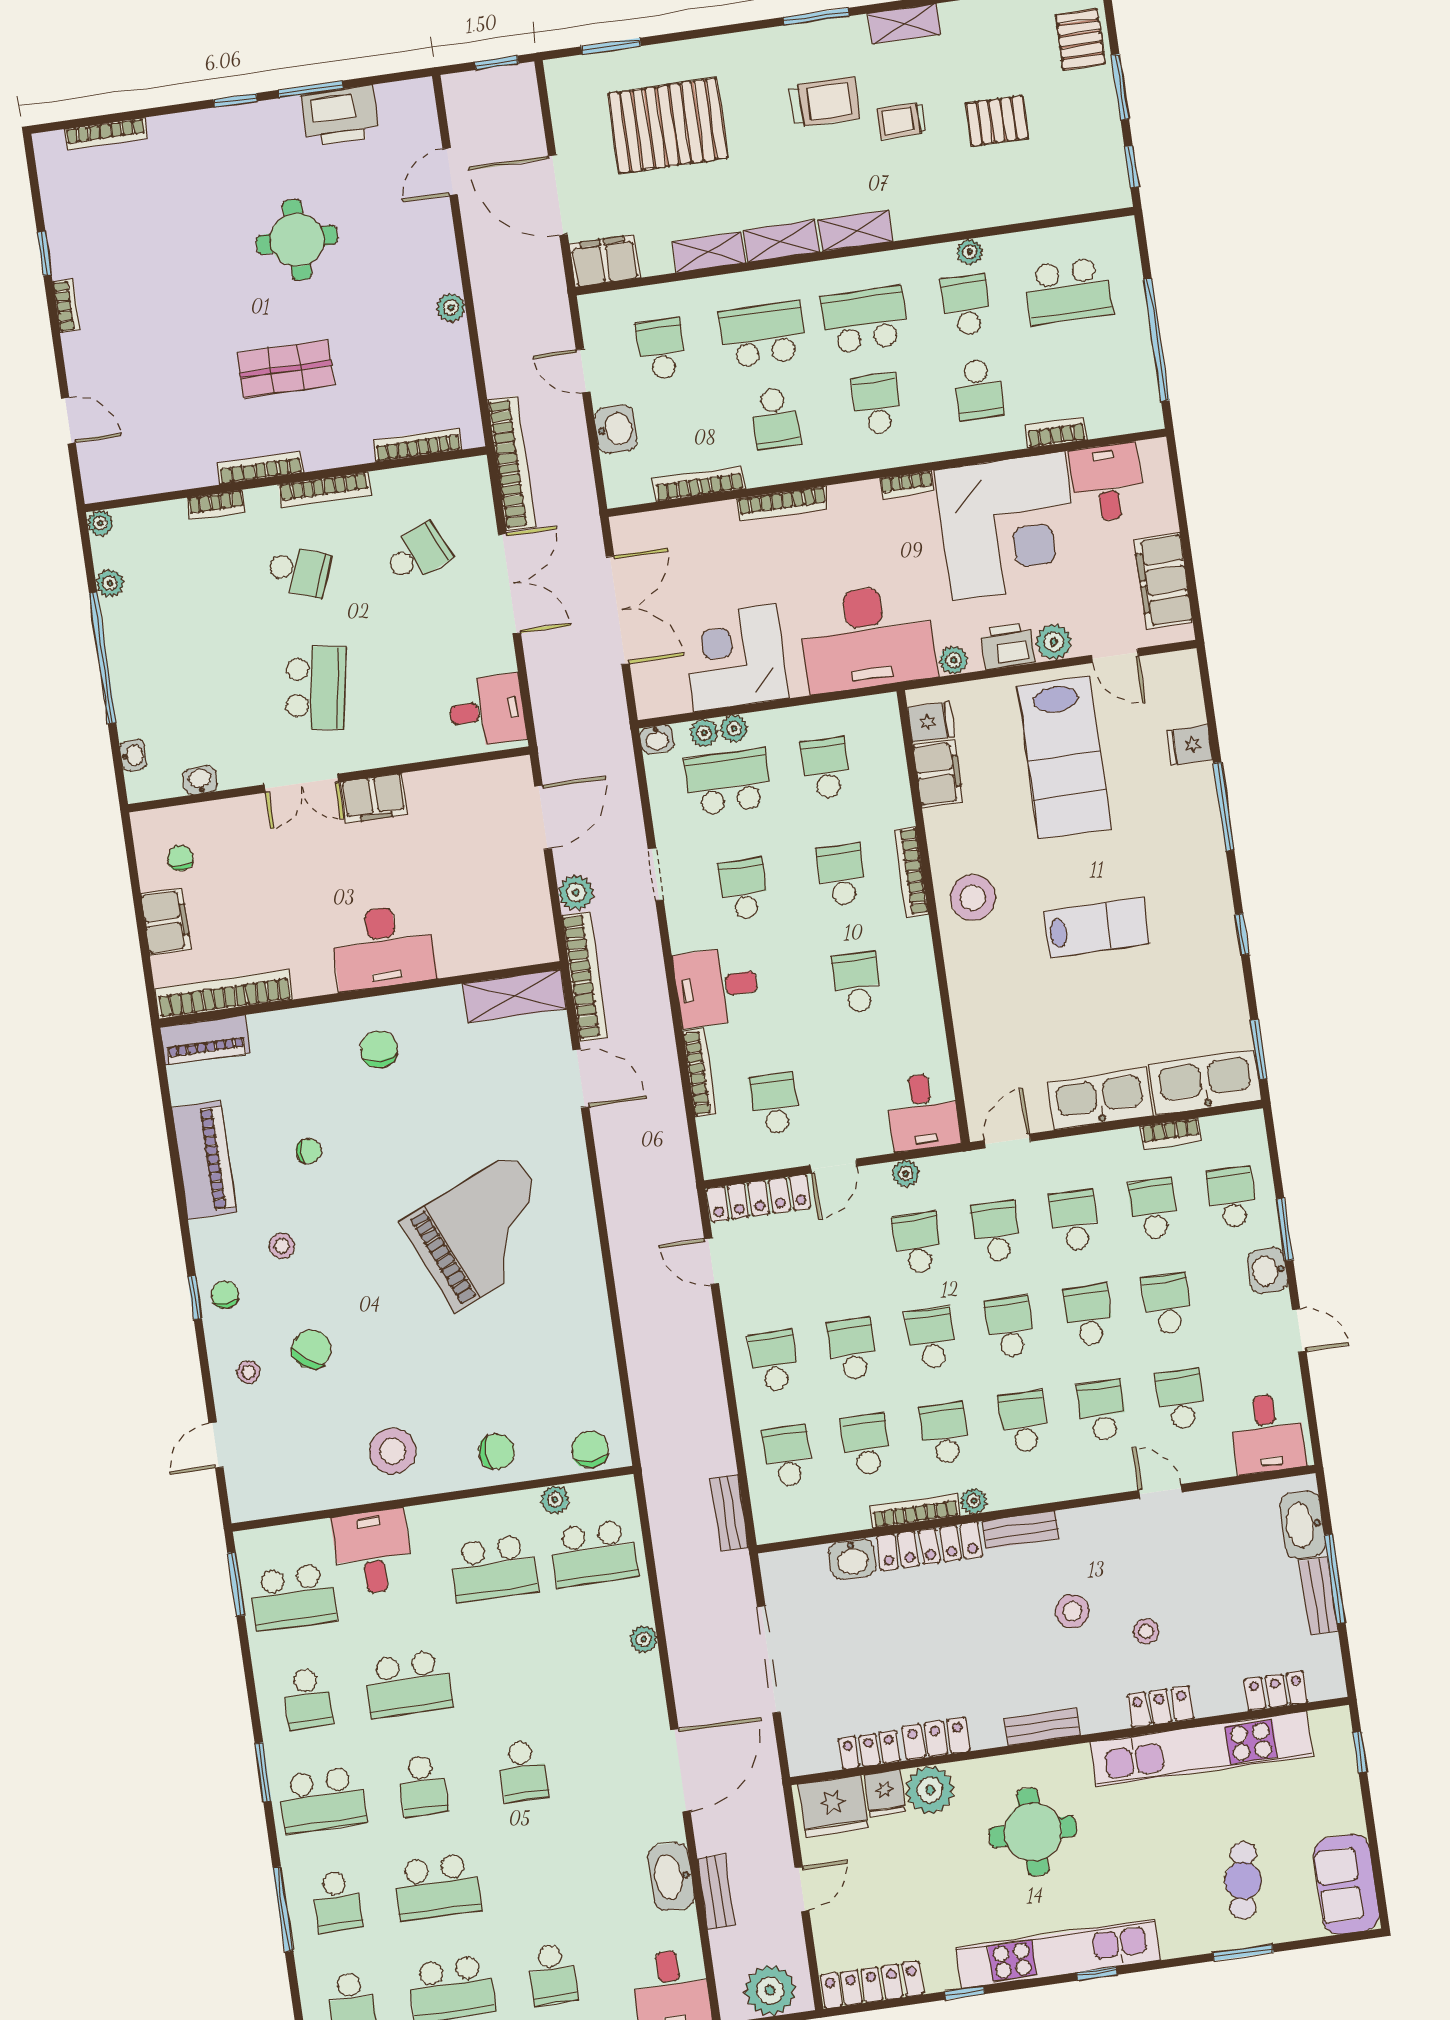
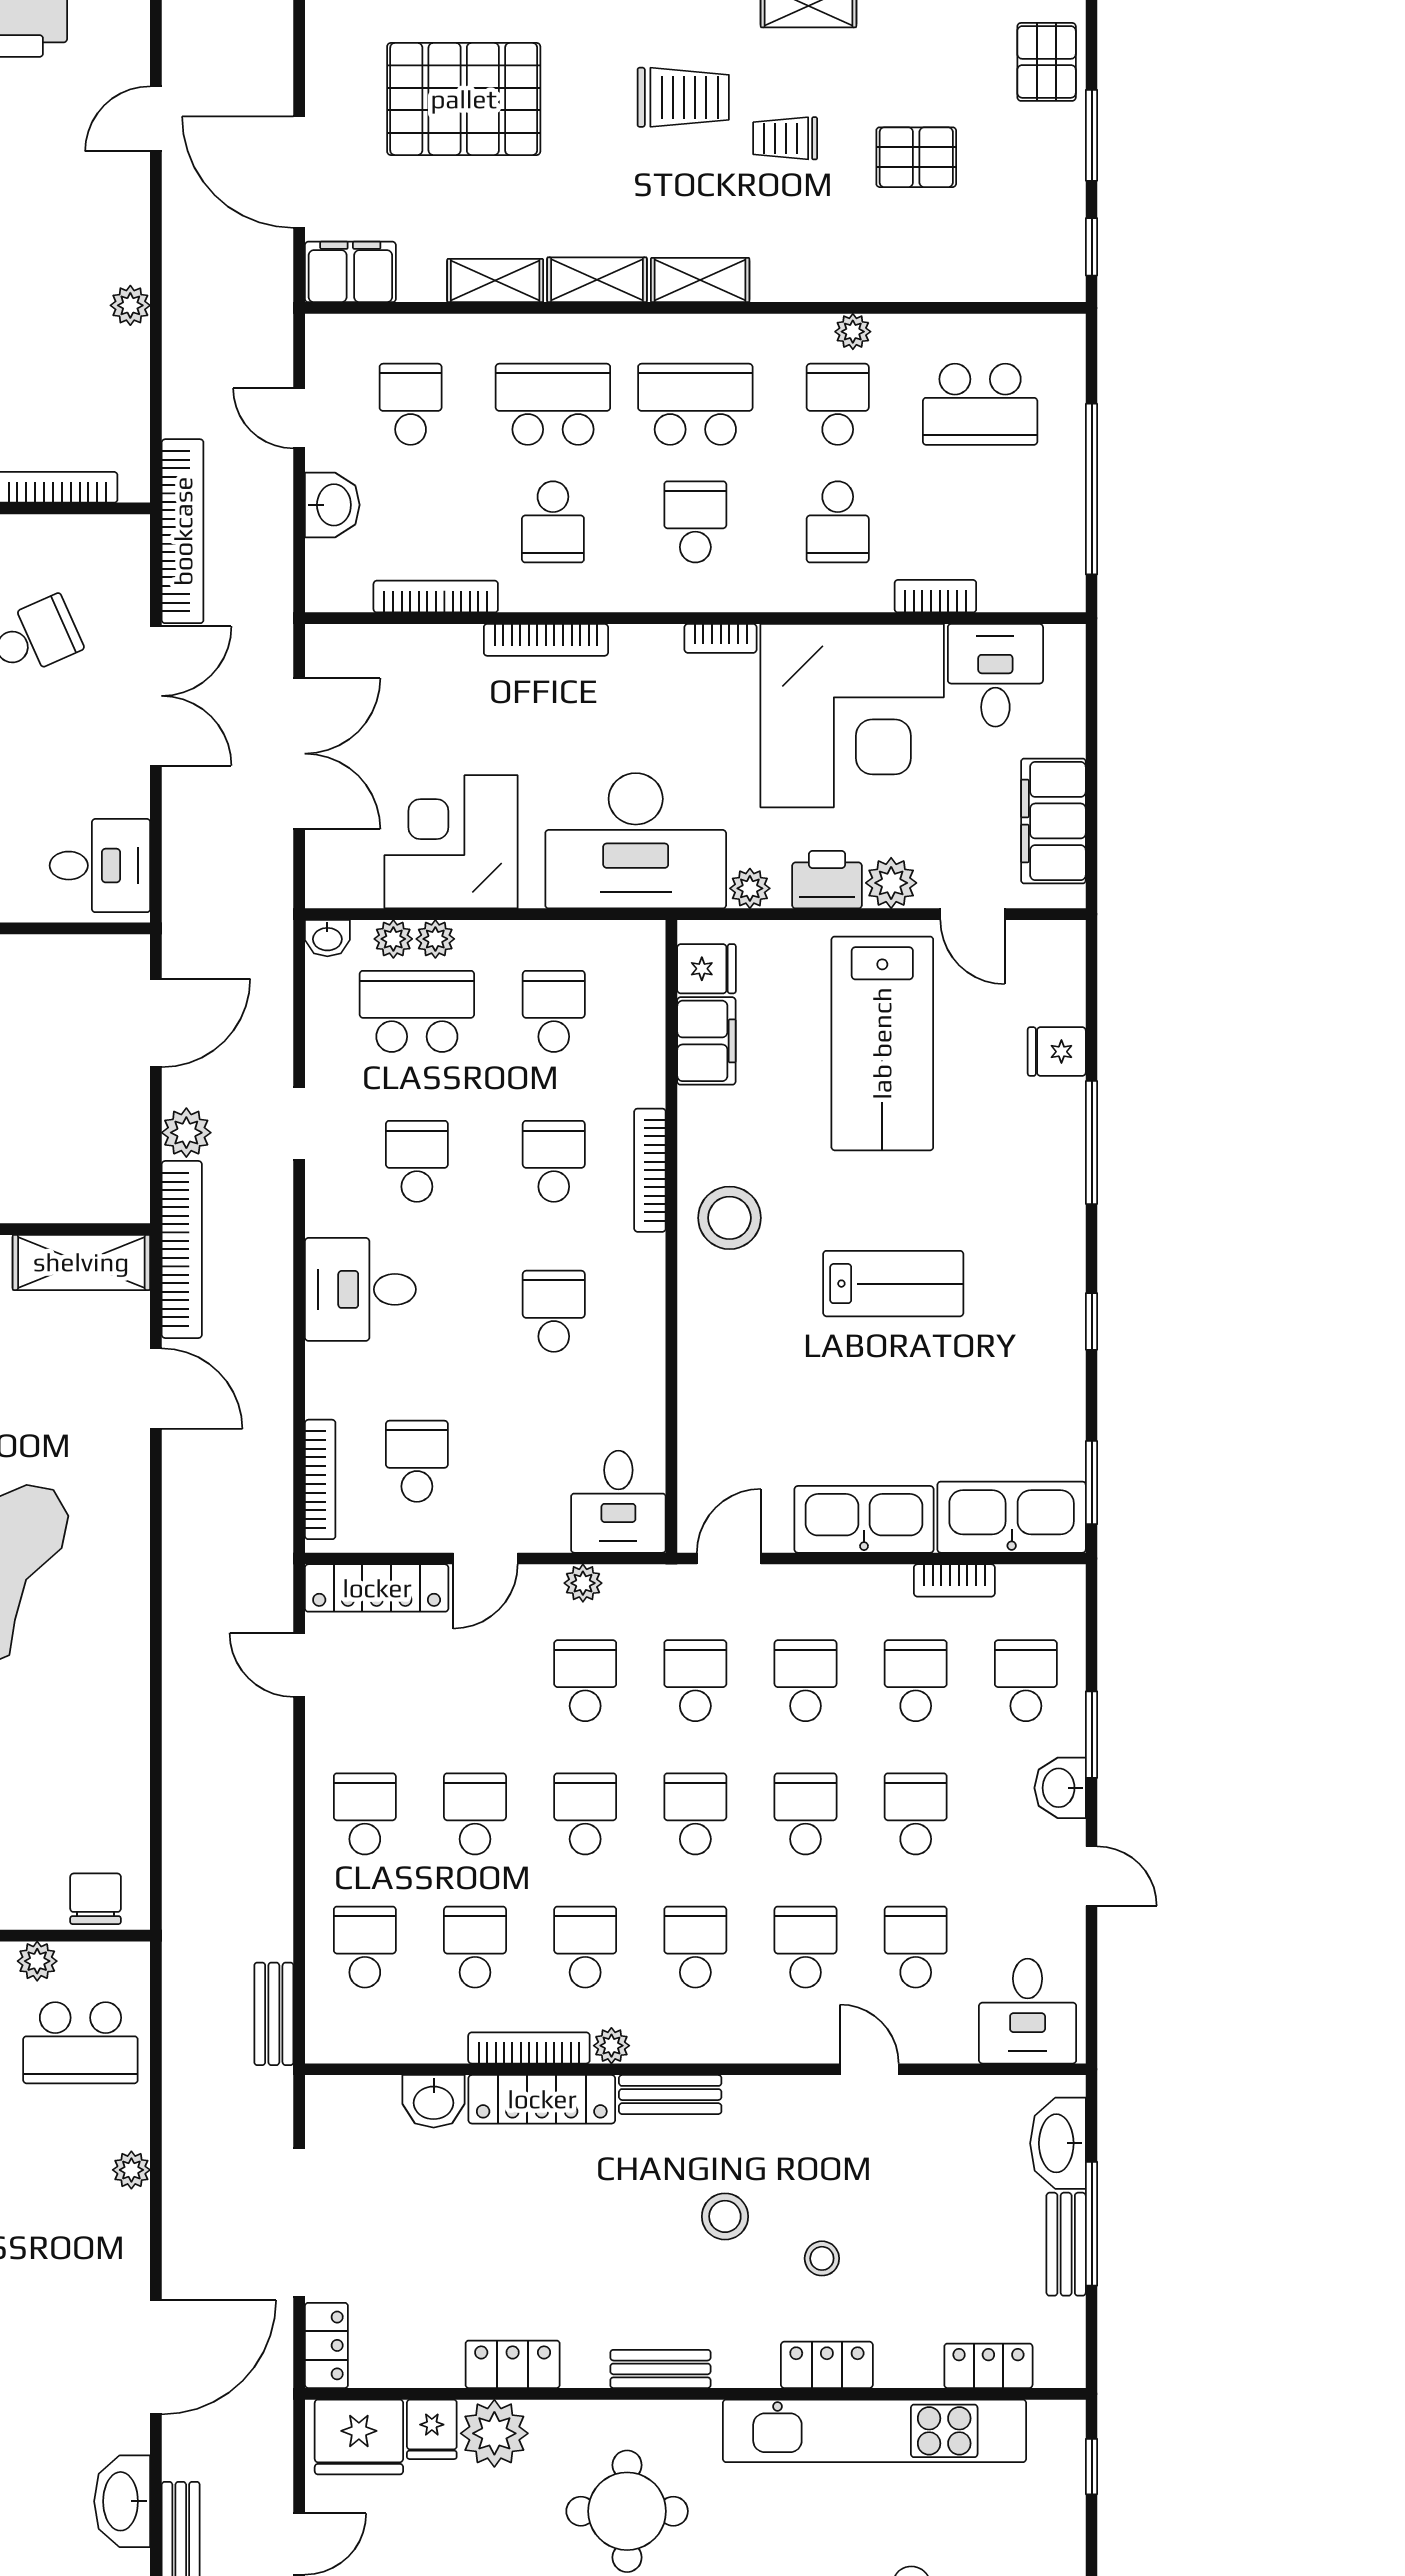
bookcase: (700, 1073) -> (320, 1479), moved
locker: (869, 1750) -> (326, 2345), moved, turned 90

